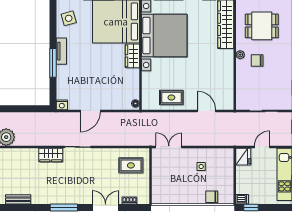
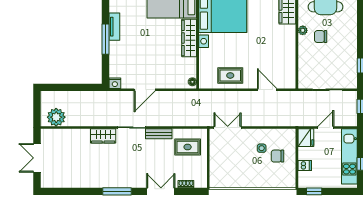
wardrobe: (132, 56) -> (189, 38), width x1.50
chair: (212, 197) -> (278, 156), moved
bench: (18, 199) -> (159, 134), moved
dishwasher: (242, 199) -> (305, 166), moved

